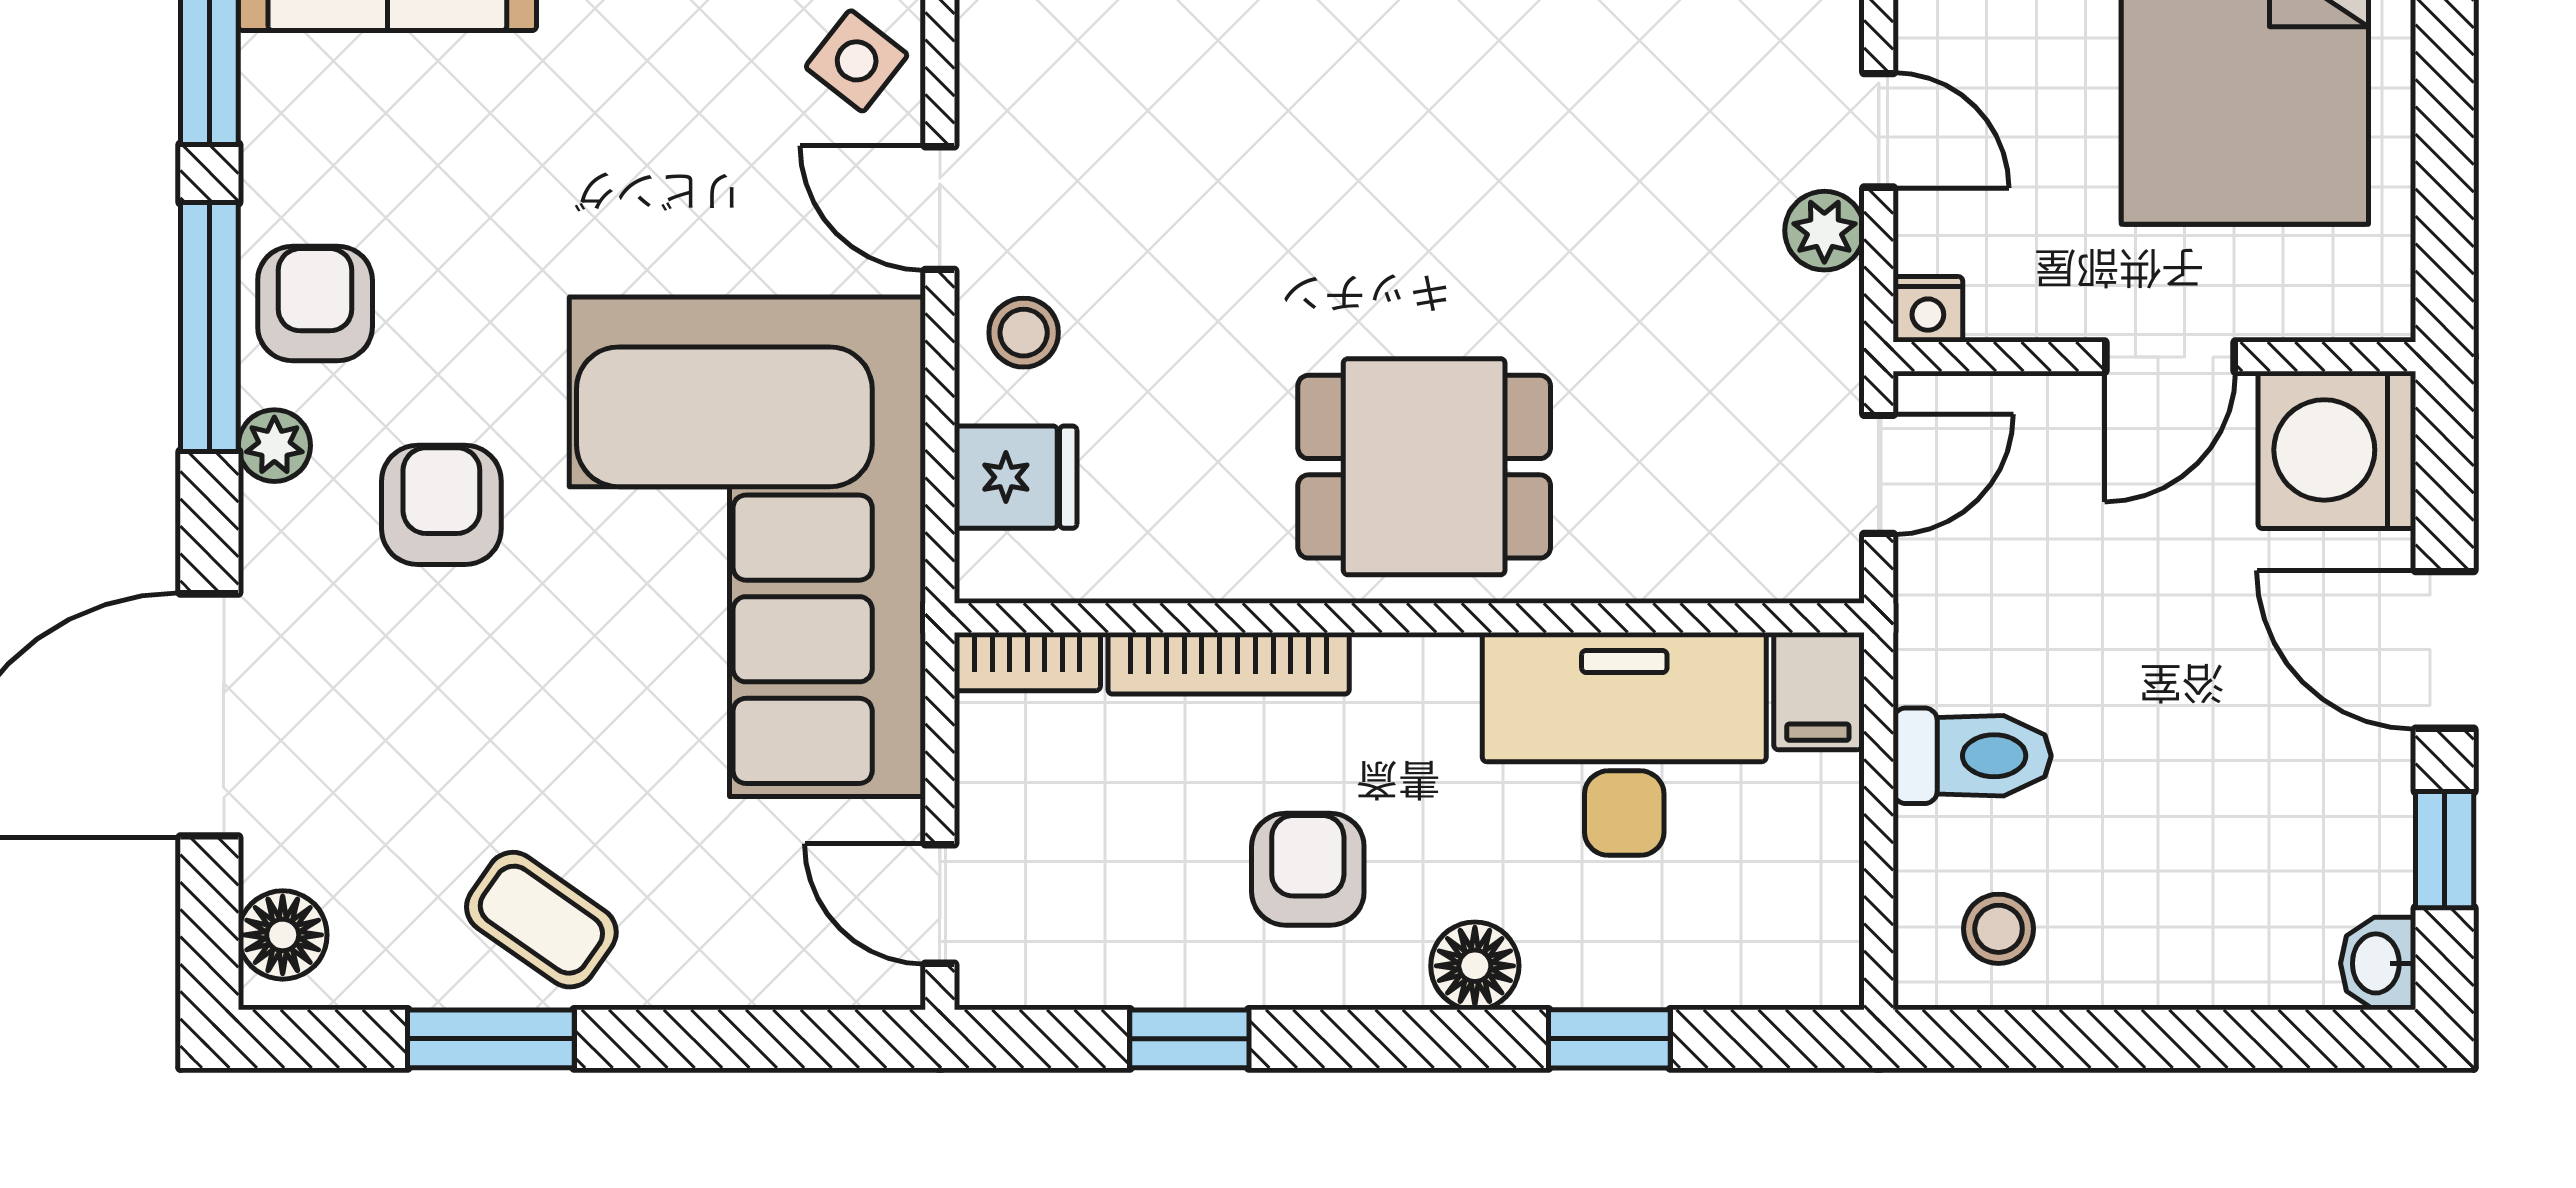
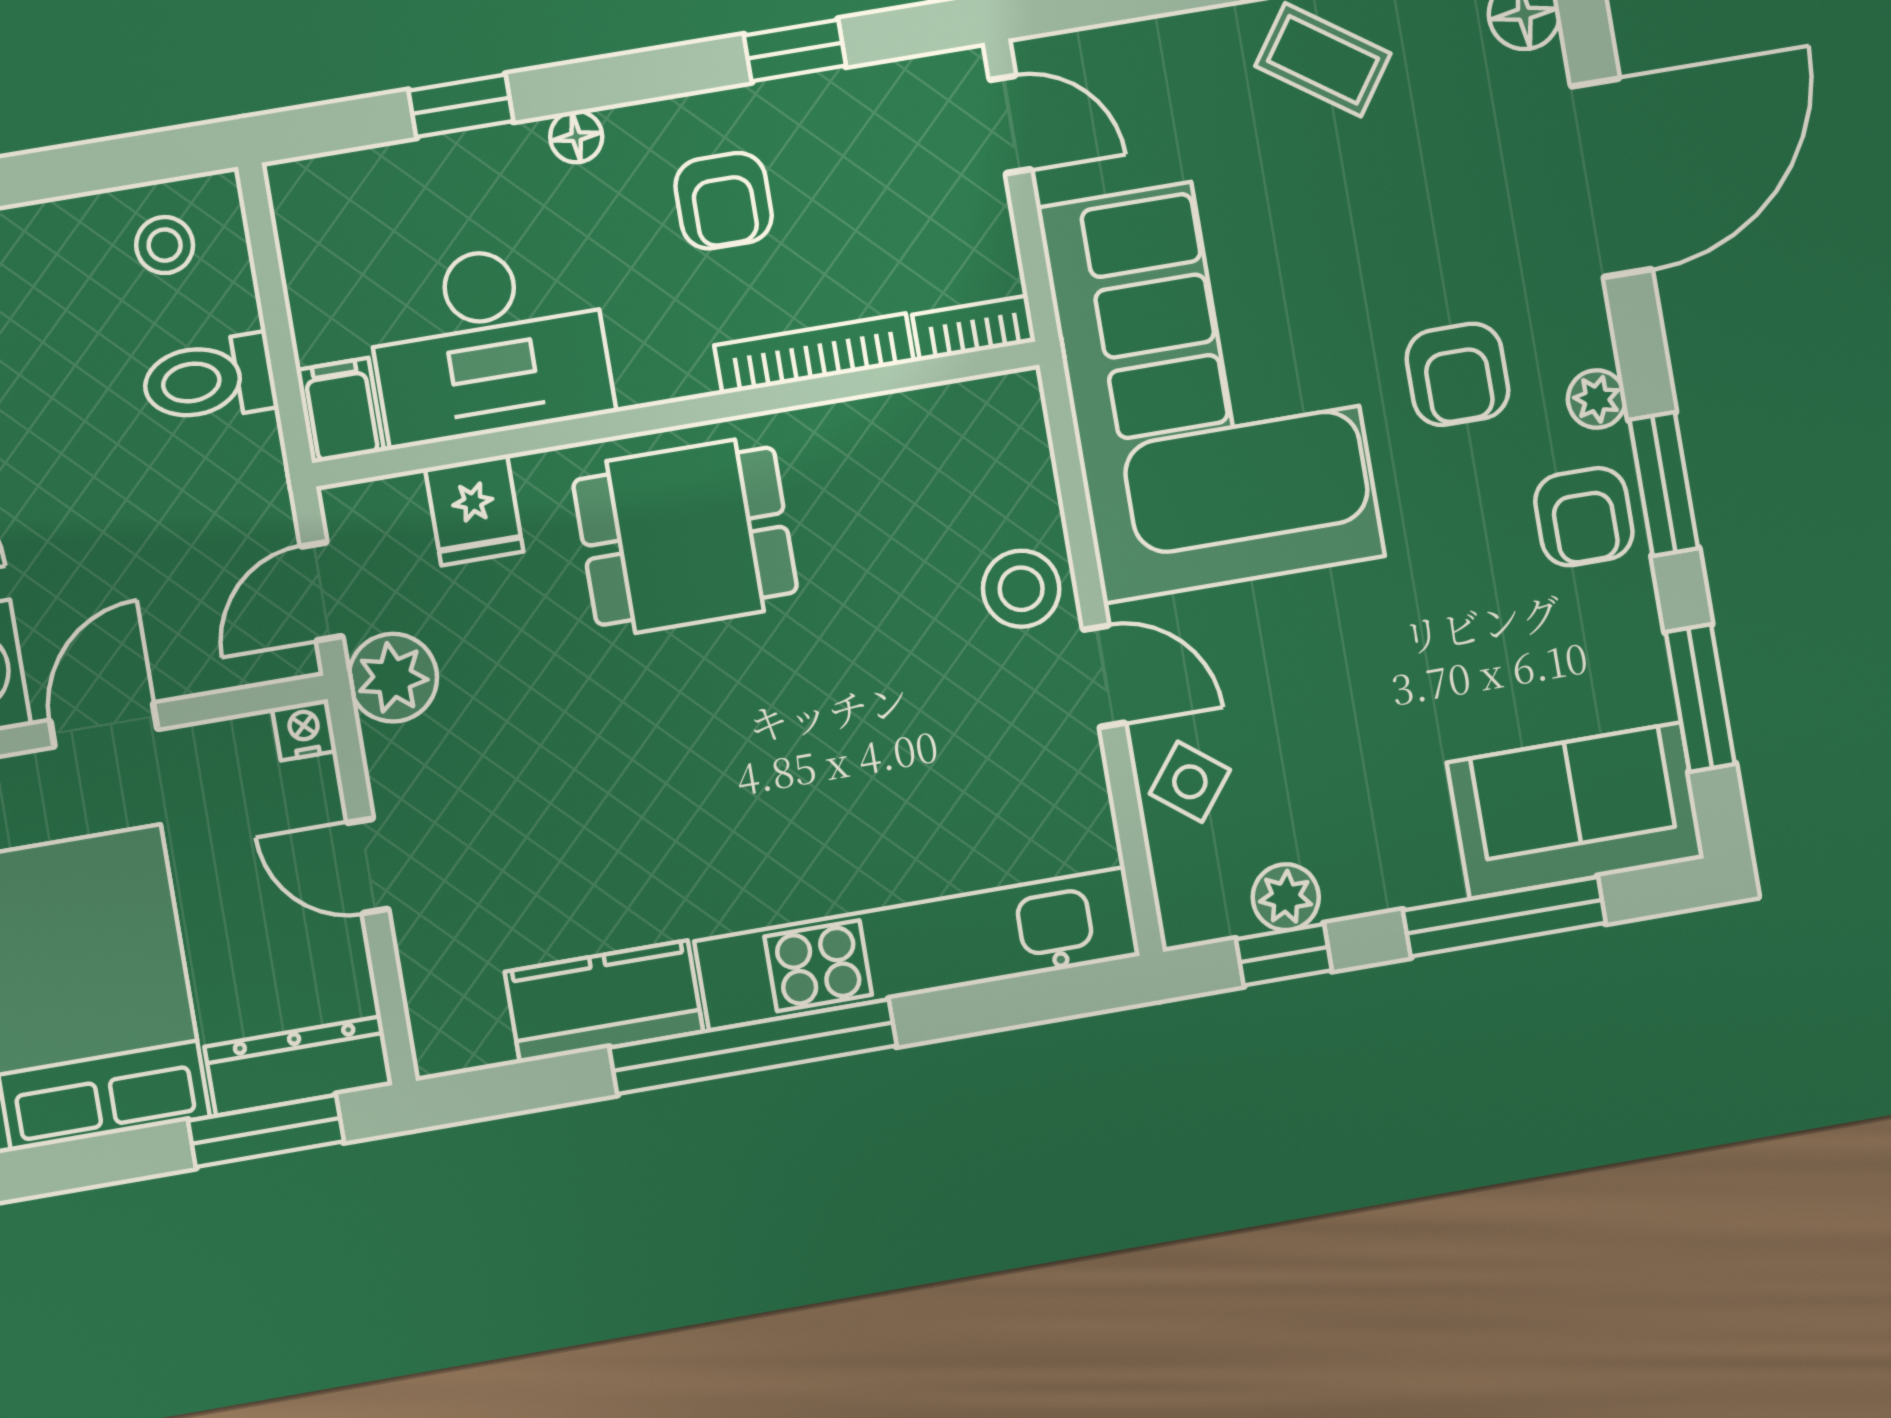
plant: (1824, 231) -> (393, 678), moved, width x1.38, depth x1.38
window: (209, 327) -> (1664, 484), width x0.69
stool: (1024, 333) -> (1021, 589), width x1.37, depth x1.37
fridge: (1016, 477) -> (474, 510), moved, turned -90
floor lamp: (1475, 966) -> (576, 137), width x0.73, depth x0.73

